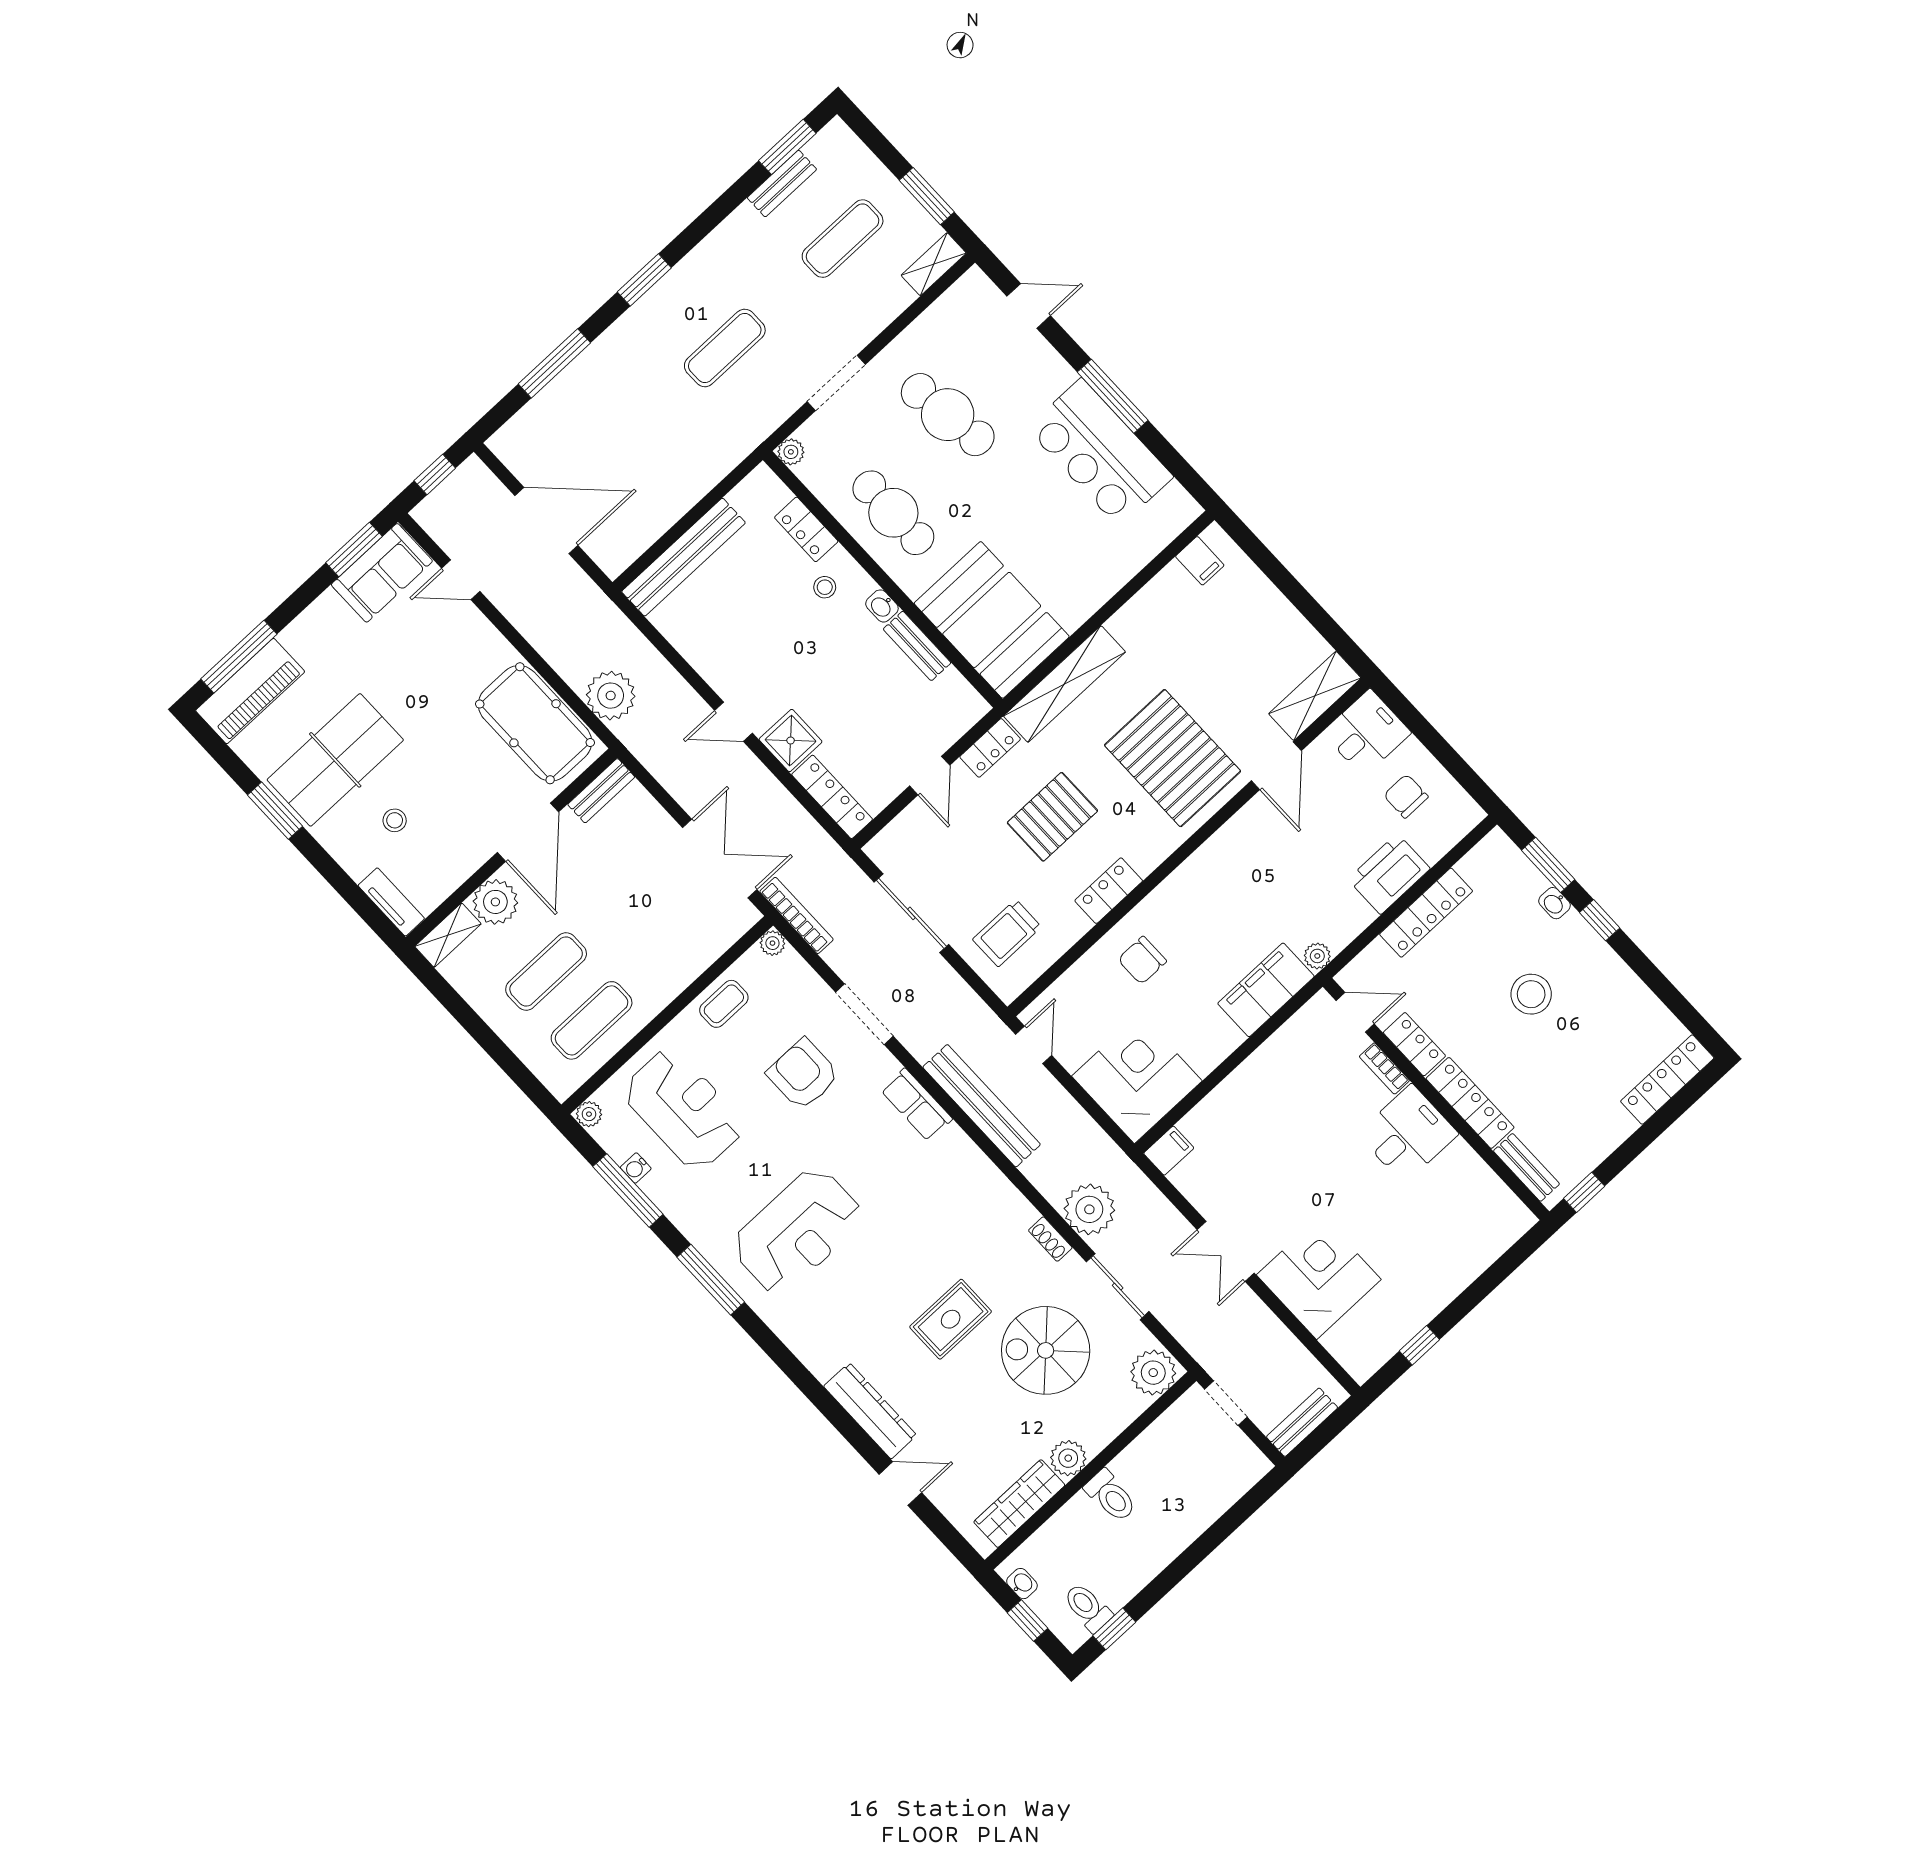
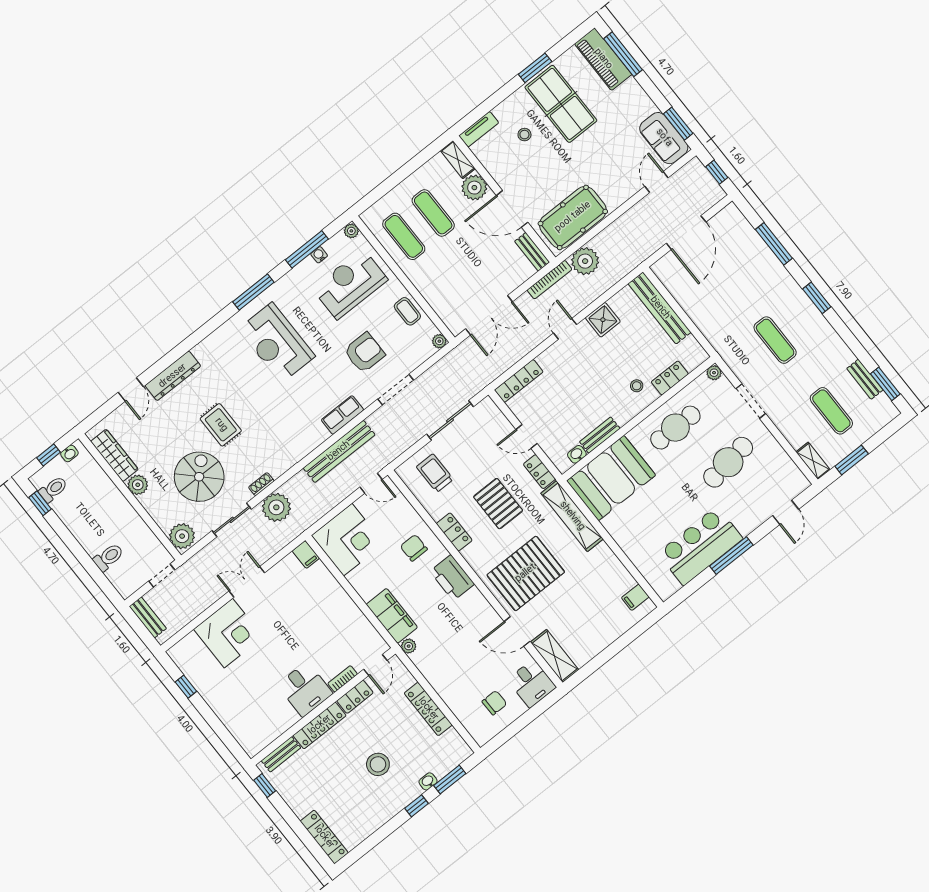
washbasin: (882, 606) -> (577, 454), moved
shower: (791, 740) -> (603, 320), moved
printer: (1389, 874) -> (452, 578), moved, turned 180
bookcase: (796, 915) -> (550, 280), moved
reception desk: (683, 1109) -> (350, 284), turned 180
toilet: (1111, 1496) -> (108, 557), moved, turned 180

